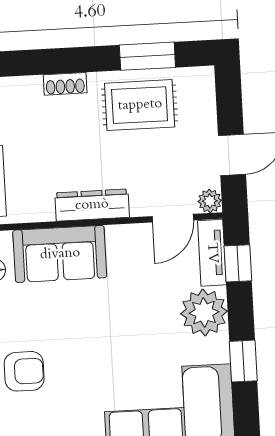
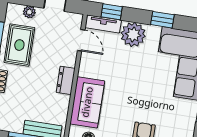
plant: (210, 201) -> (29, 12), moved
dresser: (92, 205) -> (66, 80), width x0.70

